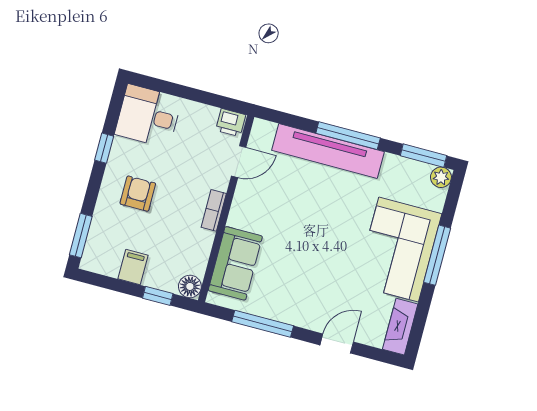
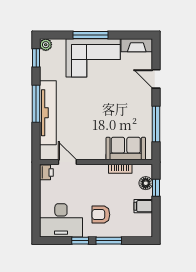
desk: (148, 116) -> (61, 220), width x1.37
window: (424, 156) -> (36, 58), width x0.67
bookcase: (214, 210) -> (120, 169), moved
window: (81, 236) -> (109, 241), moved
floor lamp: (190, 286) -> (146, 183), moved

